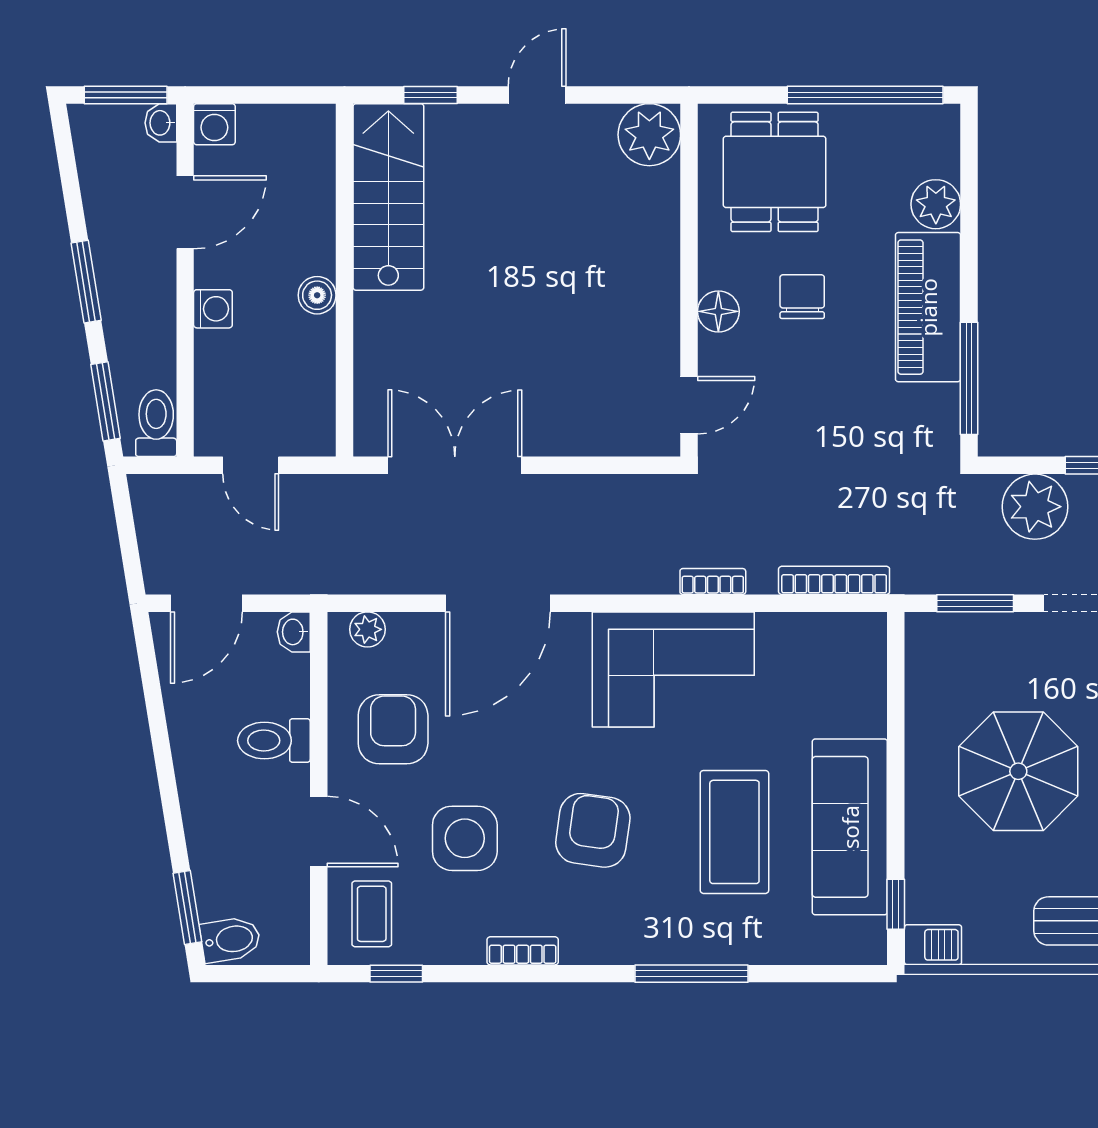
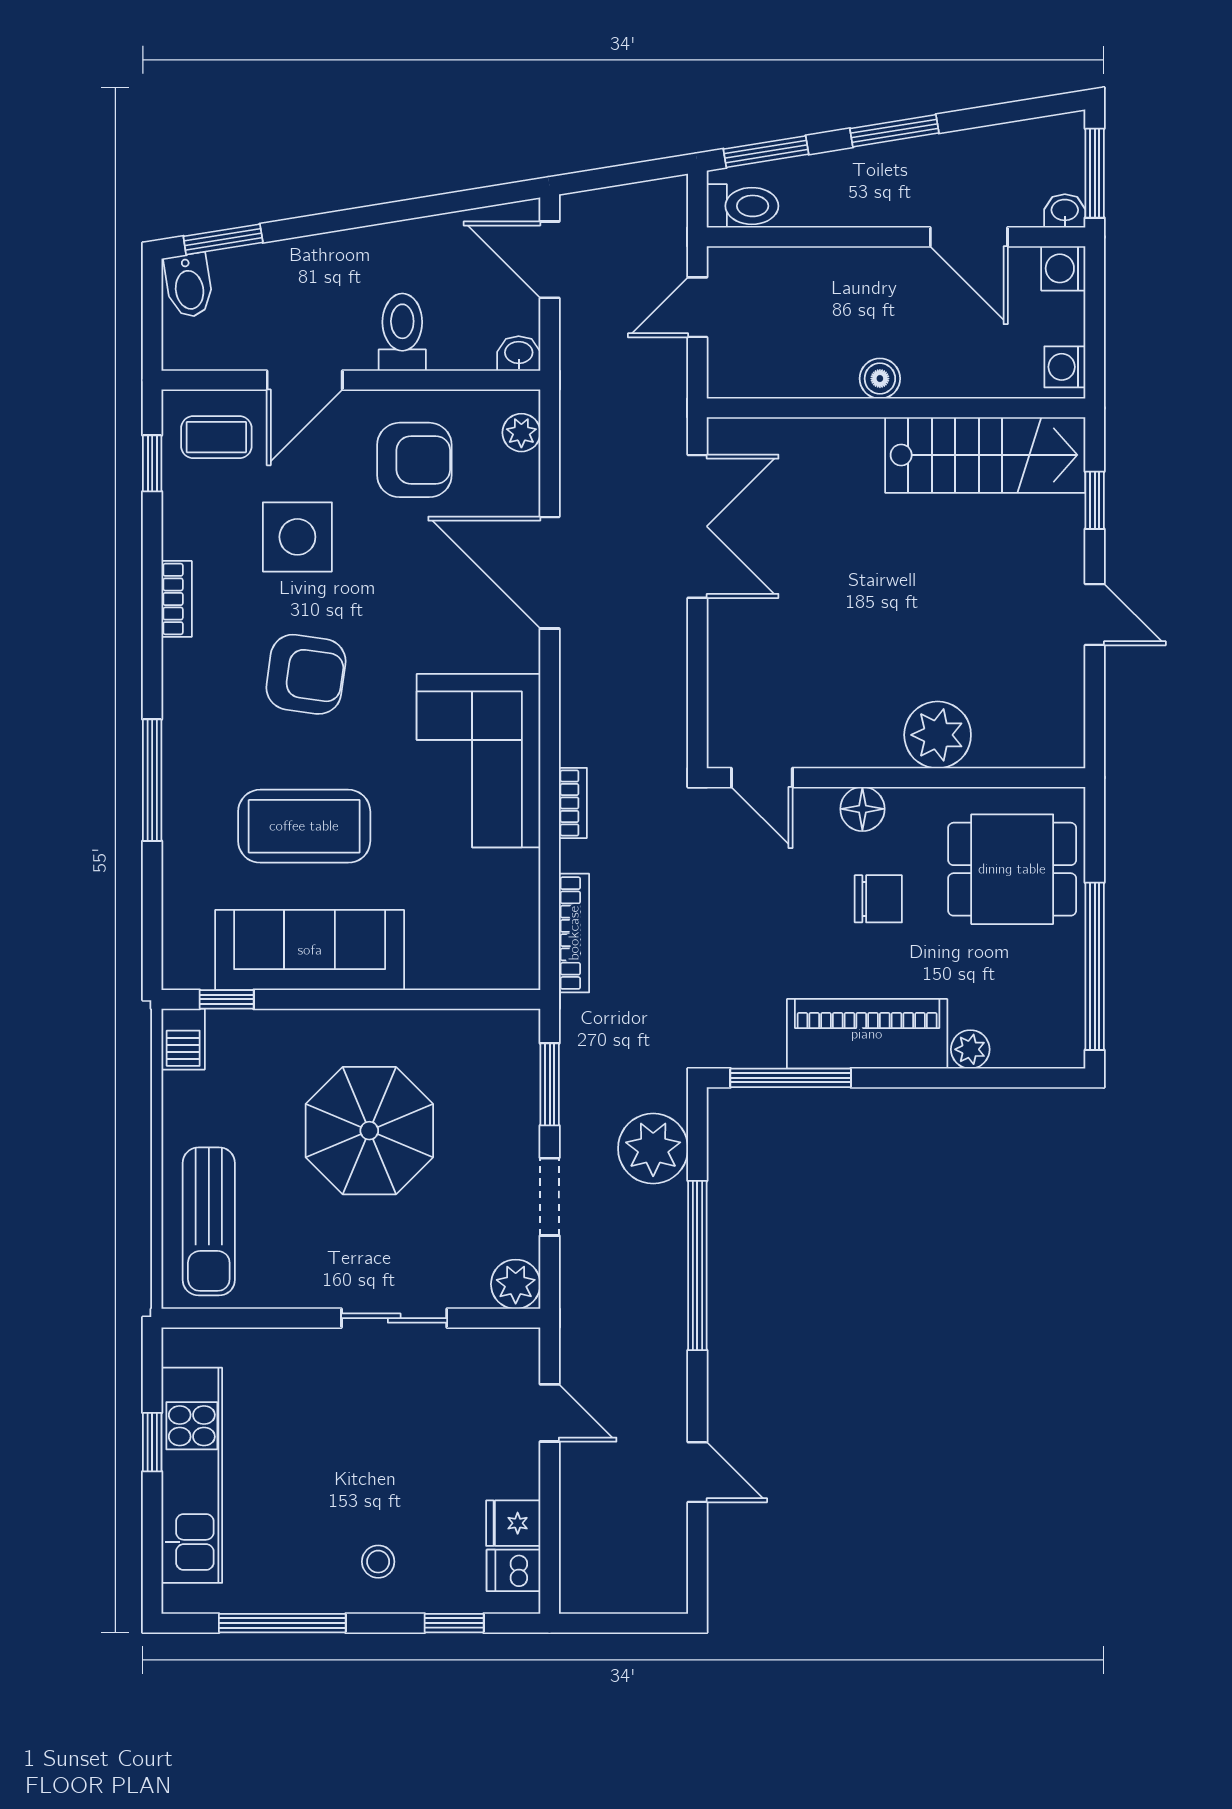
plant: (649, 135) -> (938, 735), moved
plant: (936, 204) -> (970, 1049), width x0.73, depth x0.73
washing machine: (213, 309) -> (1065, 367), moved, turned 90

